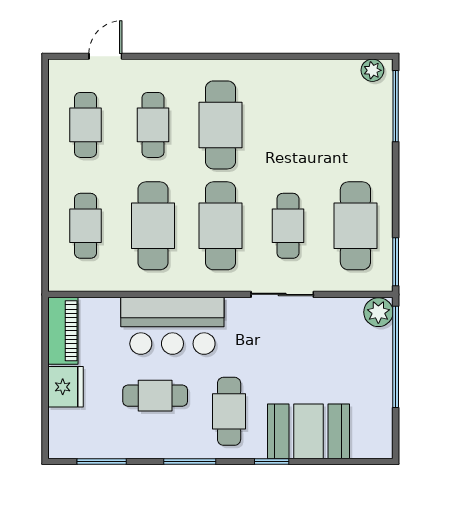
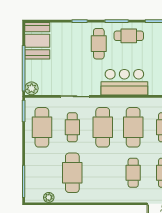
plant: (372, 70) -> (49, 197), moved
cafe table: (220, 125) -> (72, 173), moved
cafe table: (155, 396) -> (129, 36), moved
booth: (308, 431) -> (37, 41), moved, turned 90

